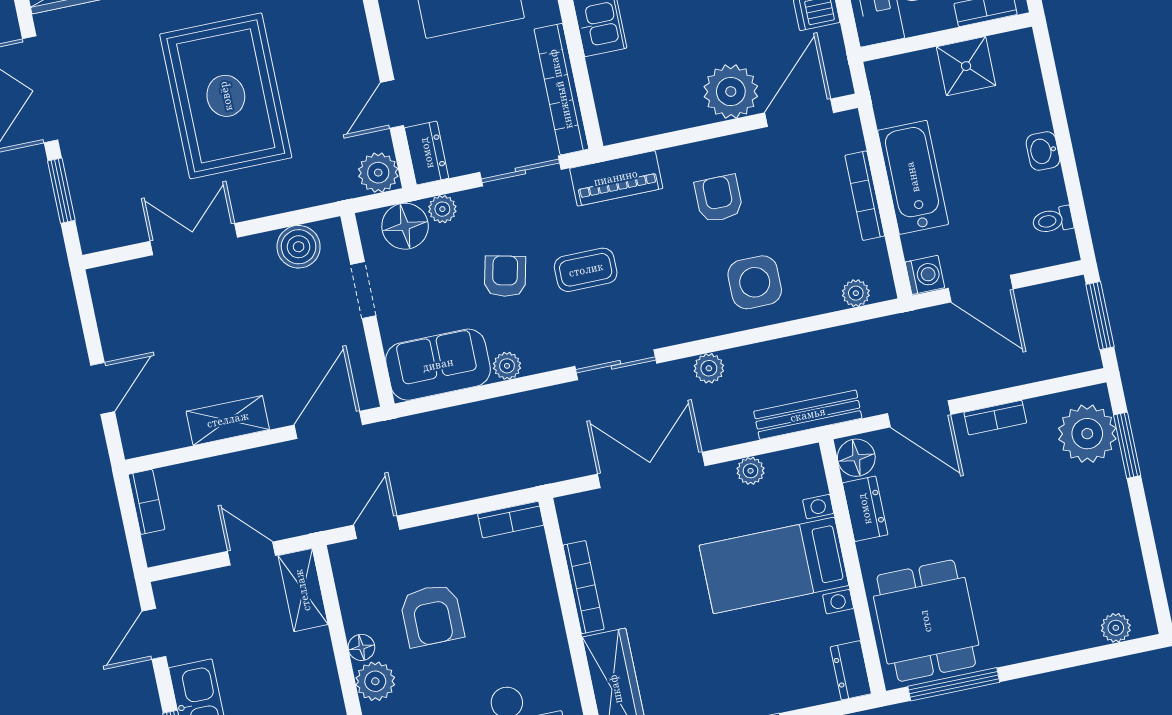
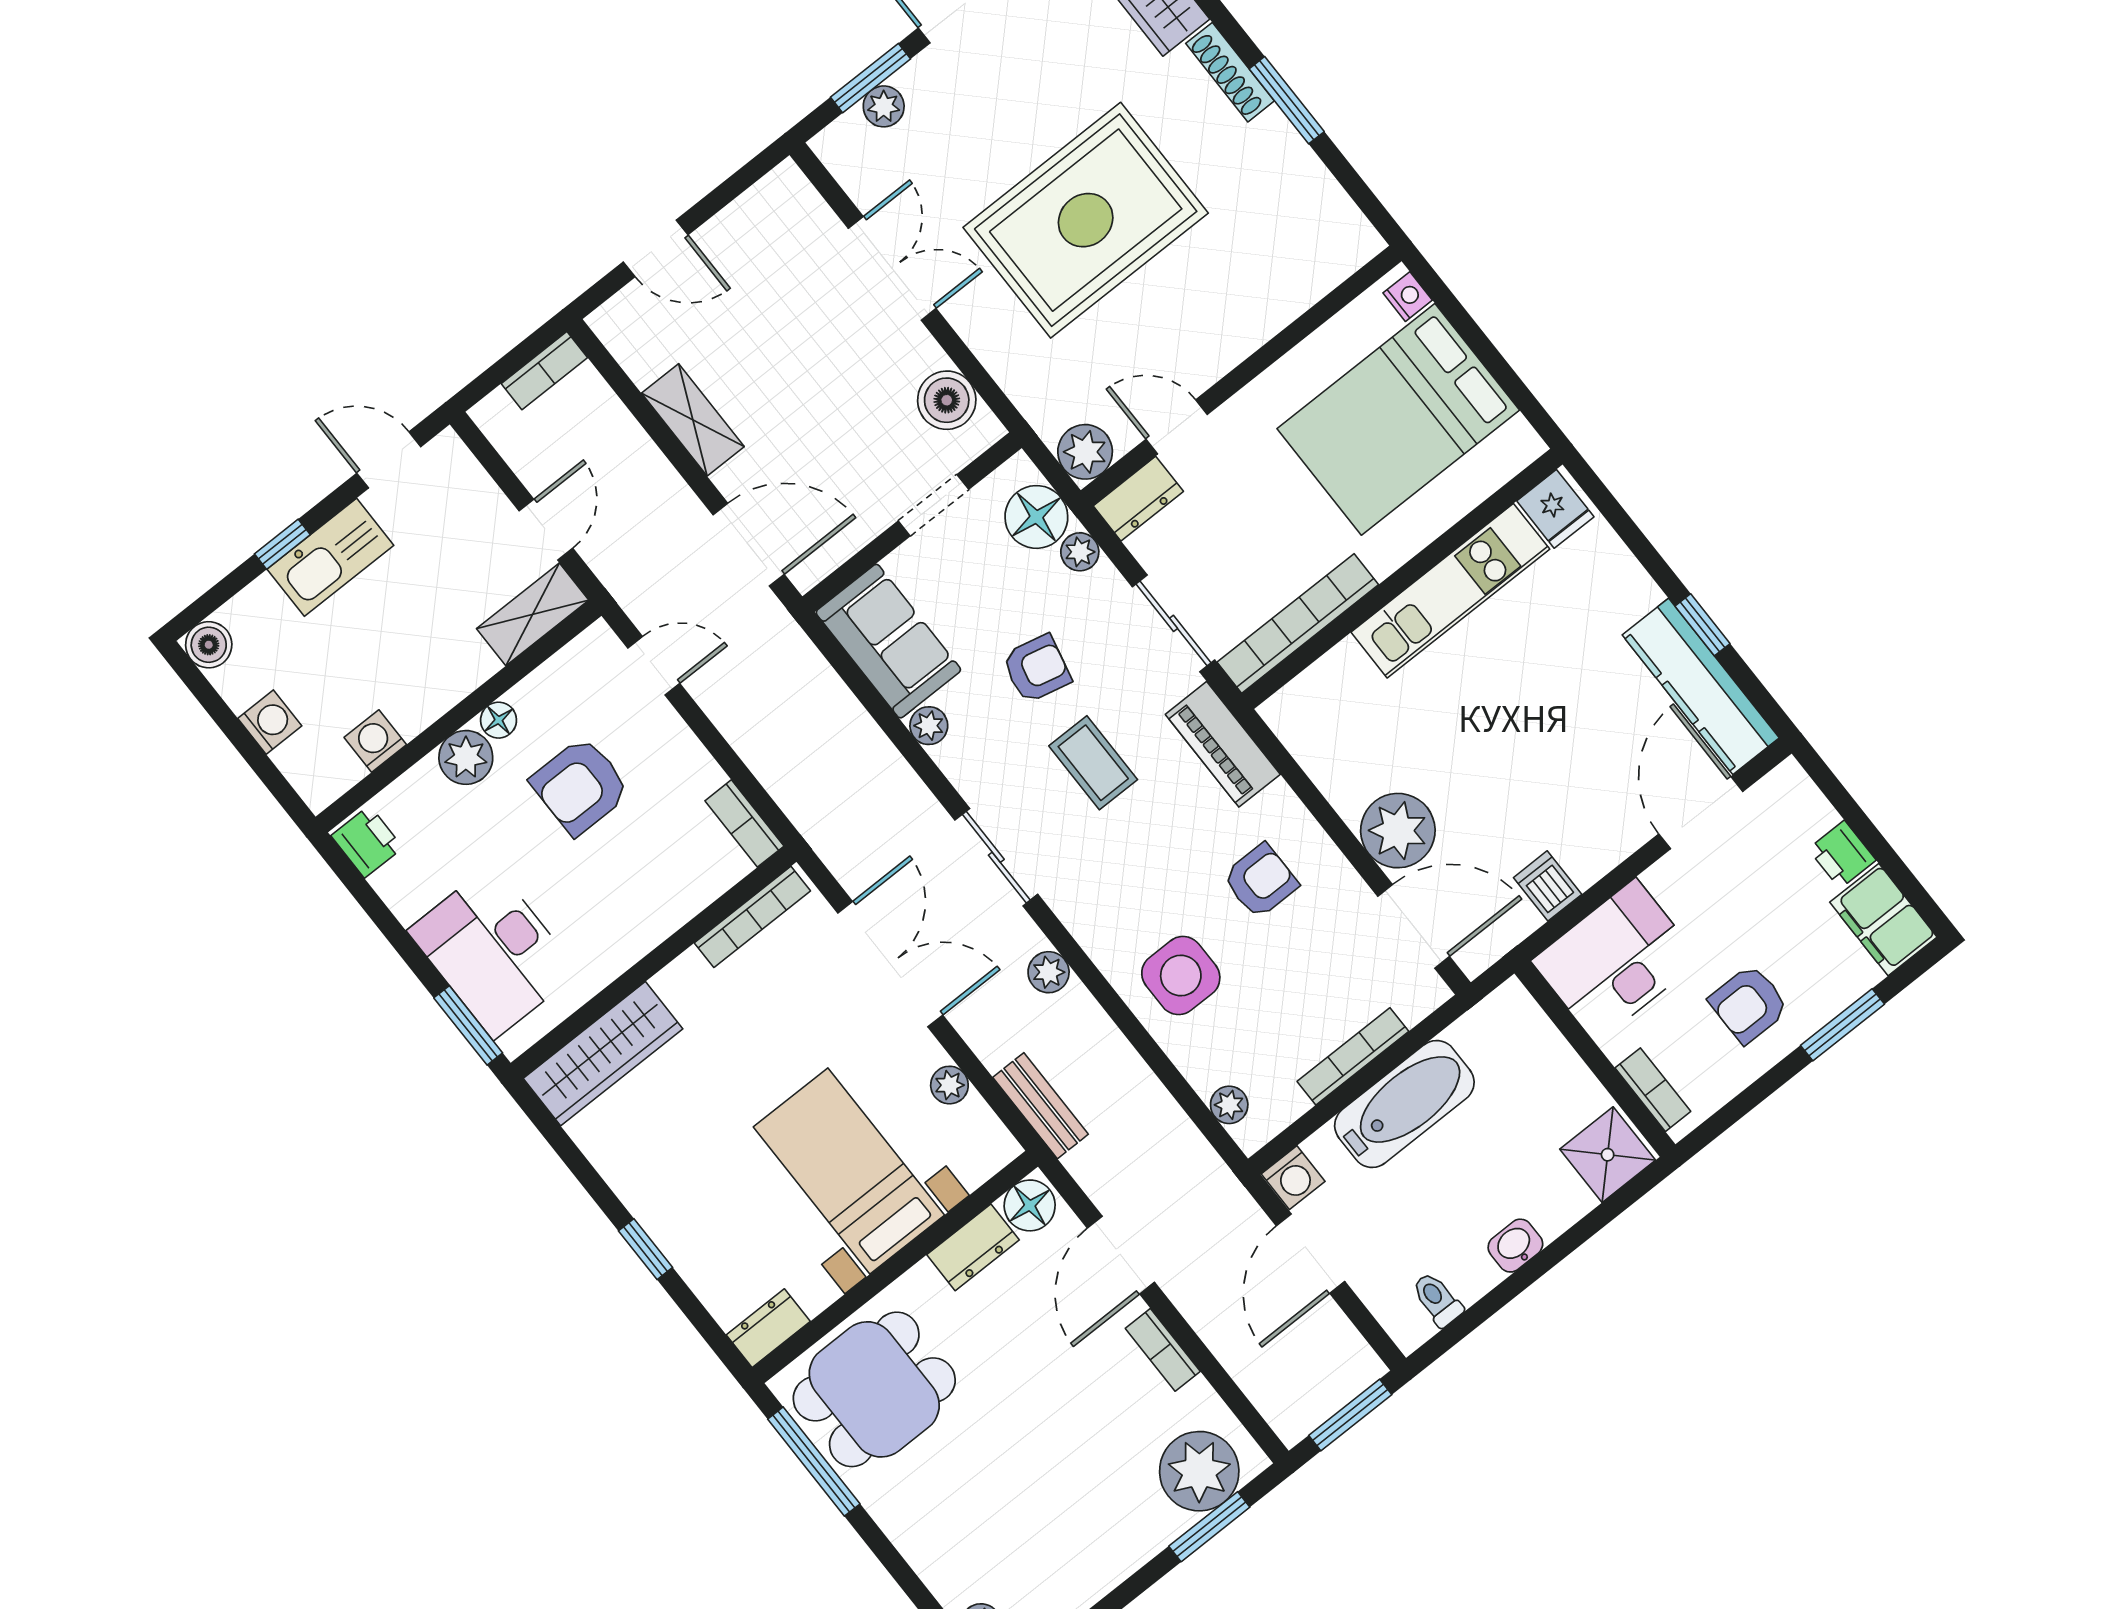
shower: (966, 66) -> (1608, 1155), moved
plant: (84, 191) -> (884, 106), added
bench: (808, 415) -> (1041, 1106), width x0.73
bookcase: (584, 587) -> (752, 917), moved

